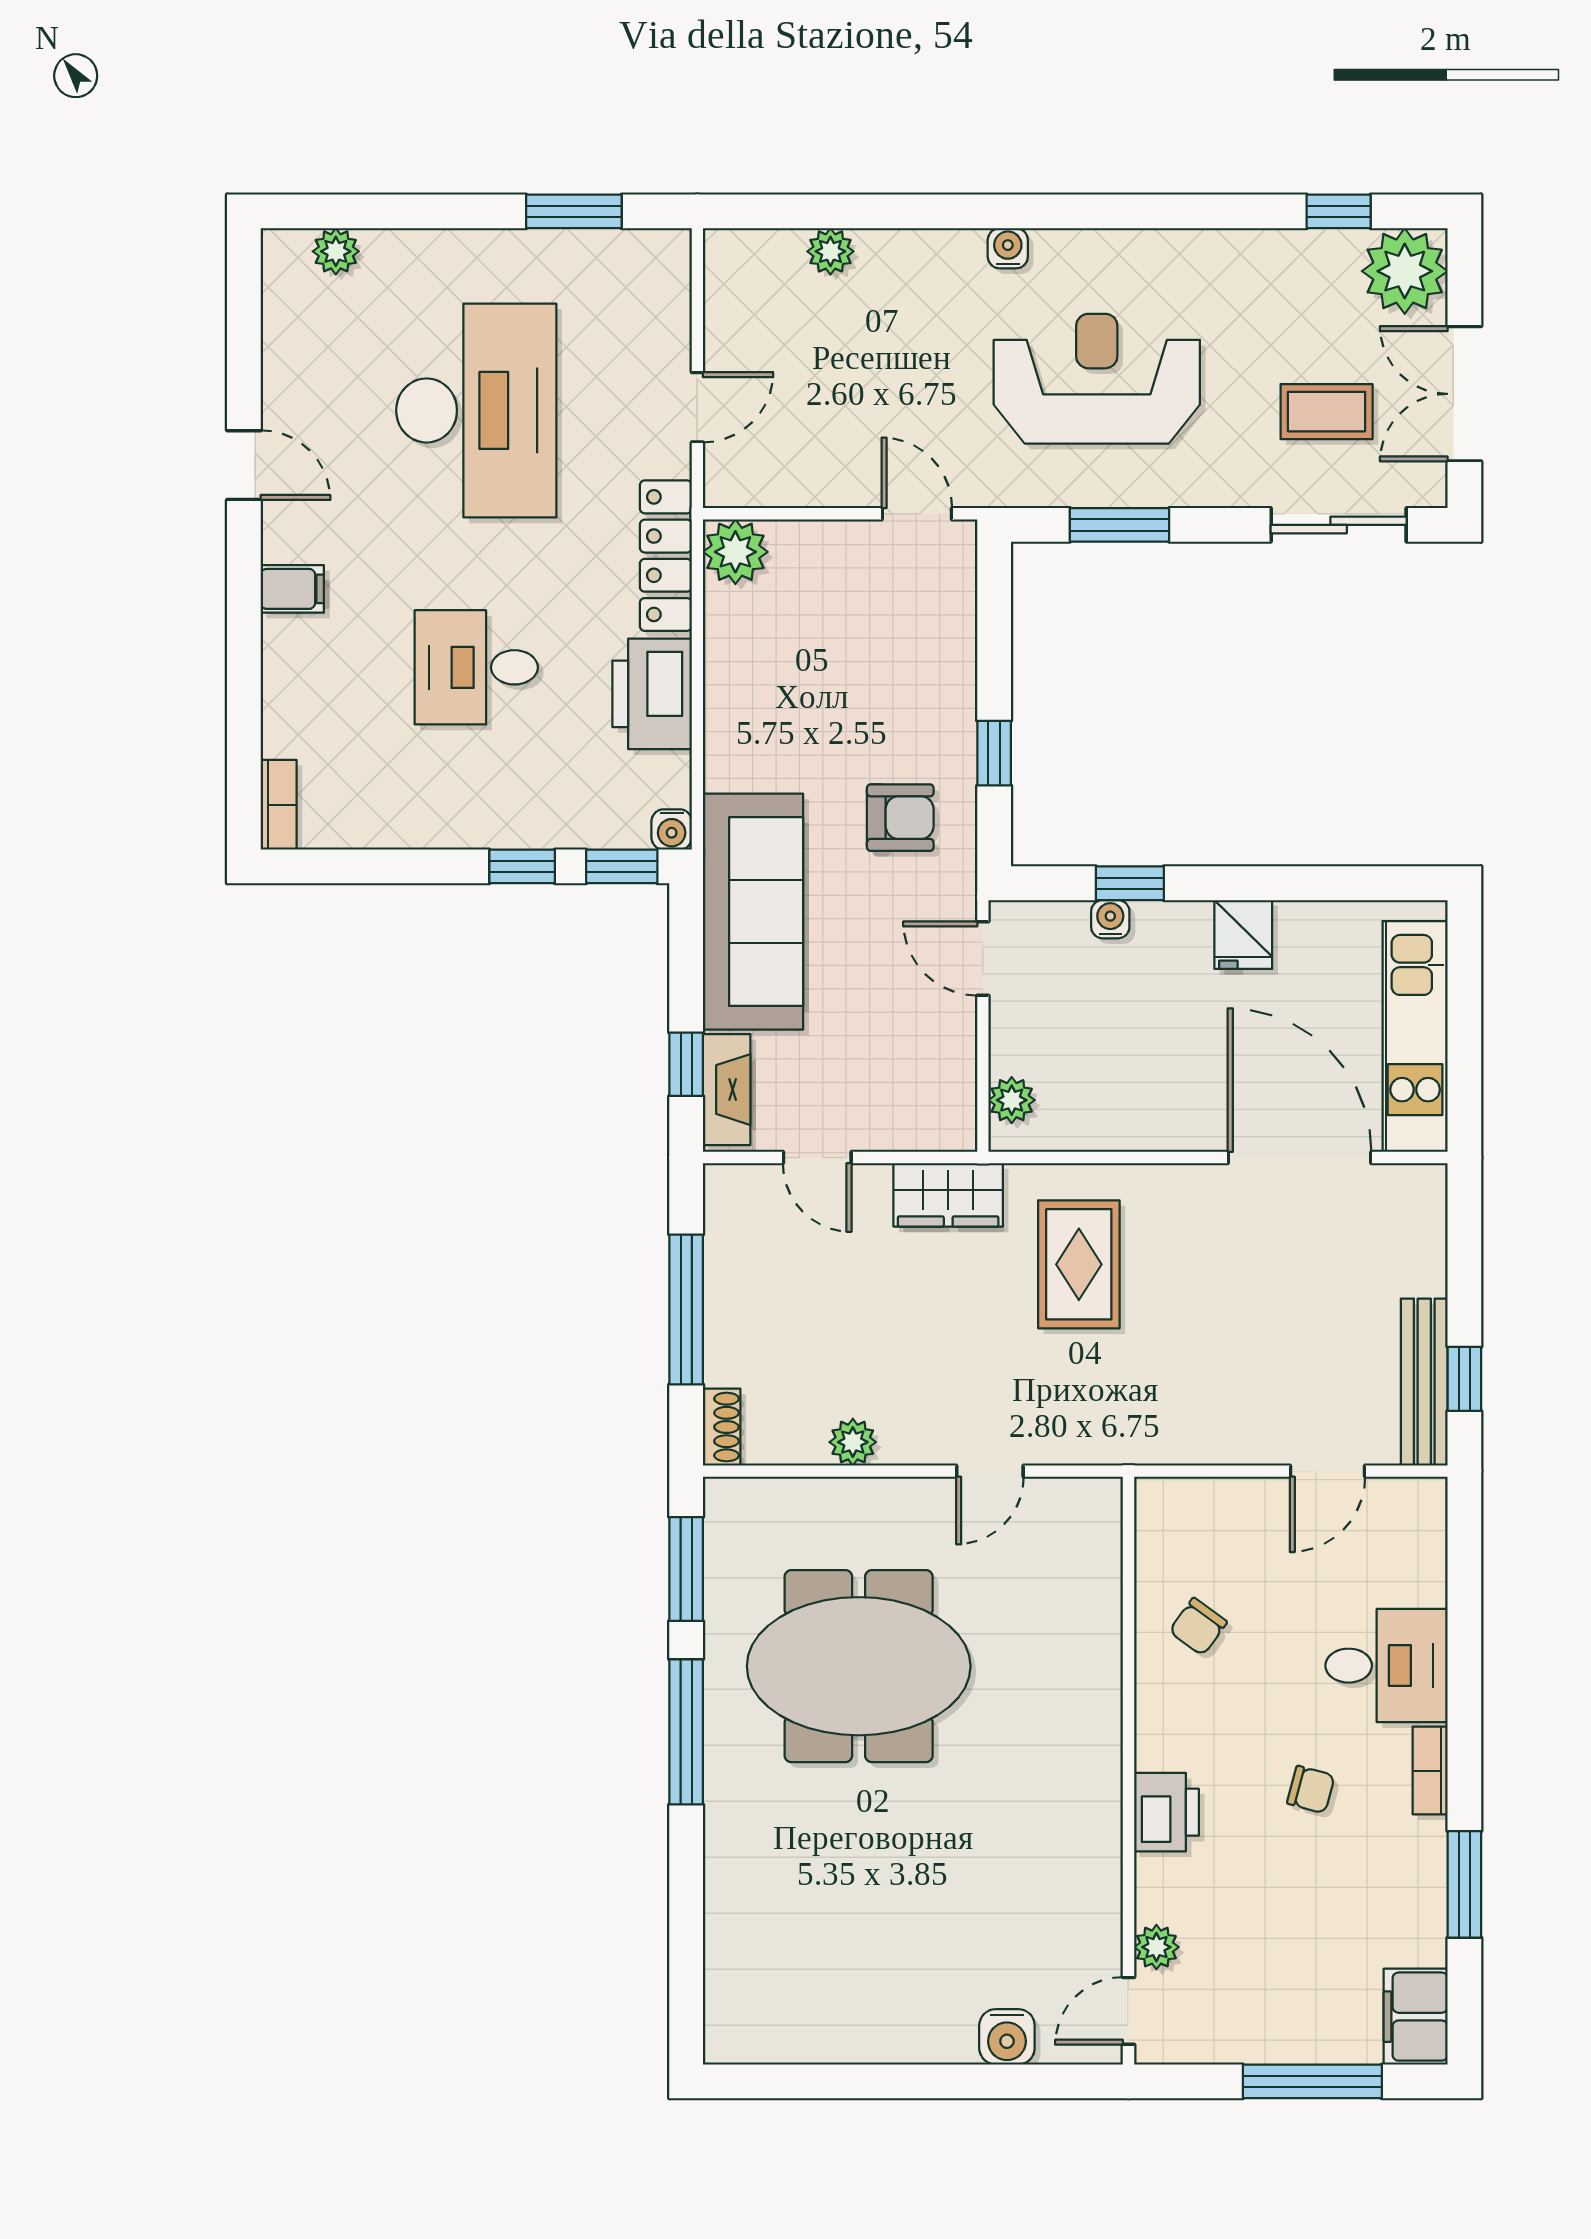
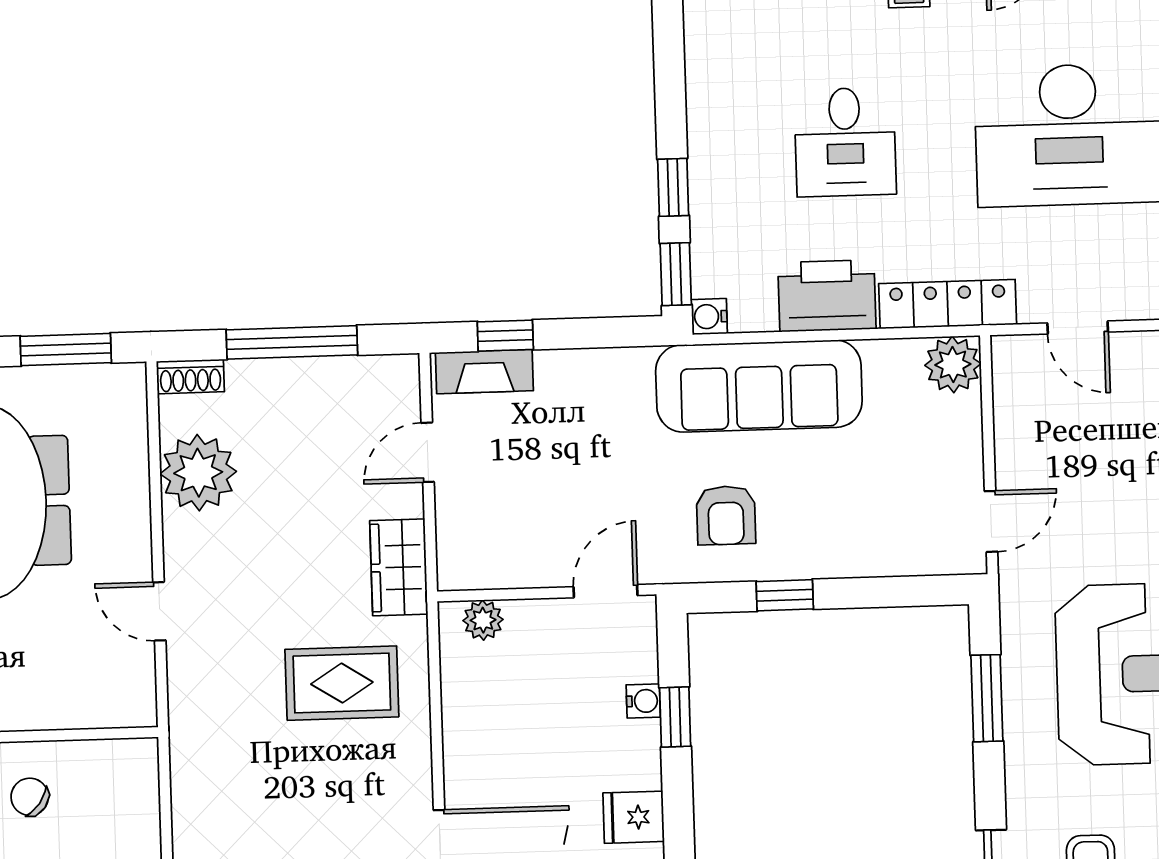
desk: (476, 667) -> (845, 142), turned 180
sofa: (753, 912) -> (759, 386), moved
plant: (853, 1442) -> (198, 473), width x1.88, depth x1.88

